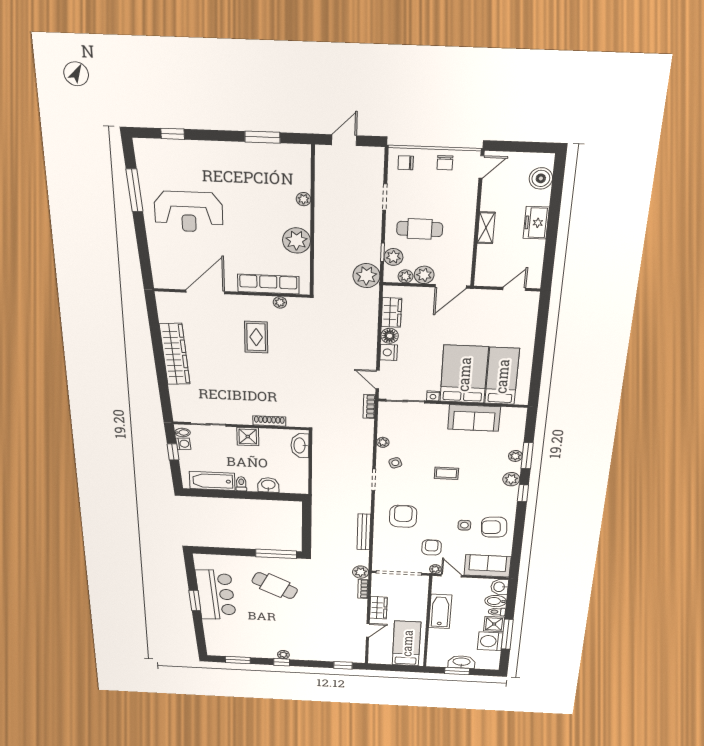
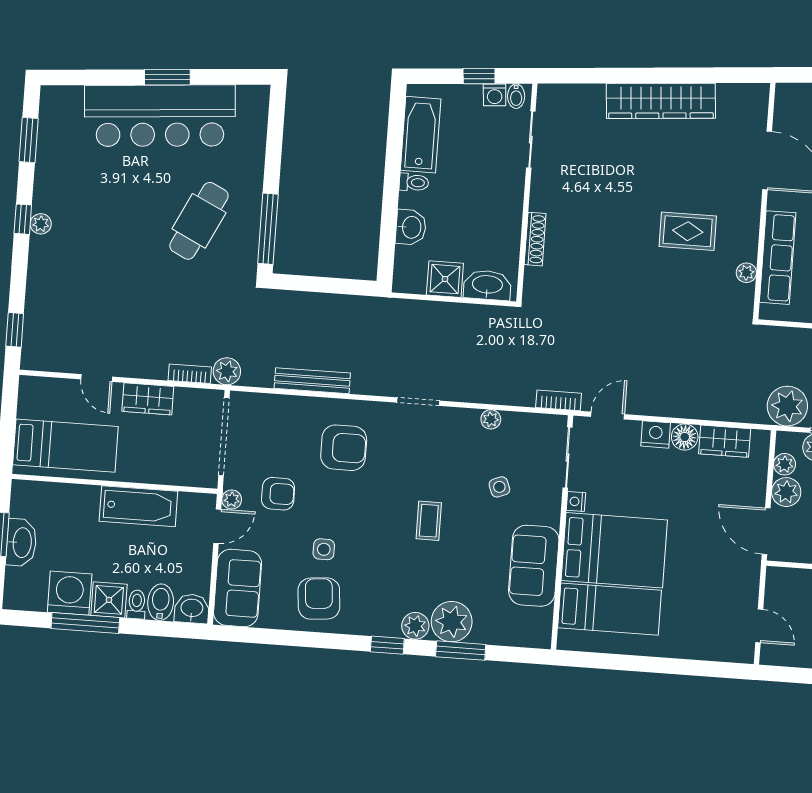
shower: (248, 437) -> (445, 279), moved
plant: (515, 456) -> (452, 622), width x1.87, depth x1.87
side table: (395, 463) -> (499, 487), moved
bar counter: (216, 595) -> (160, 116), width x1.36

